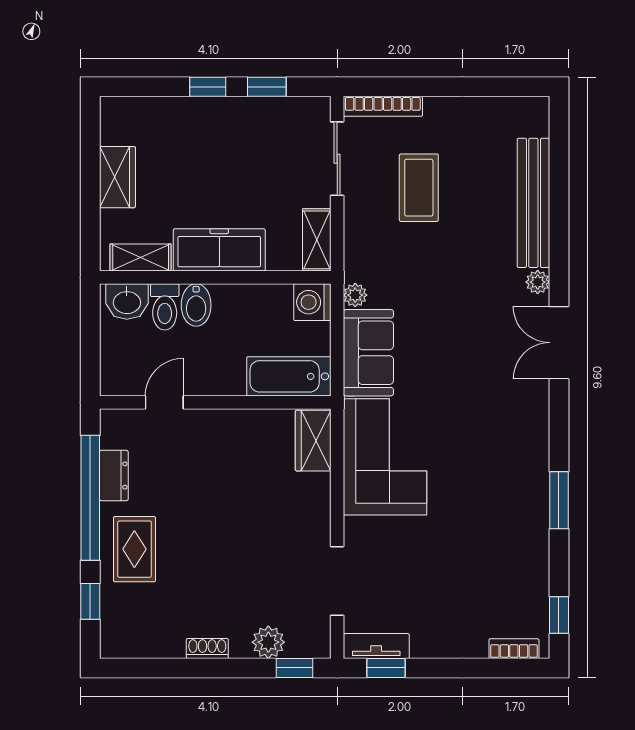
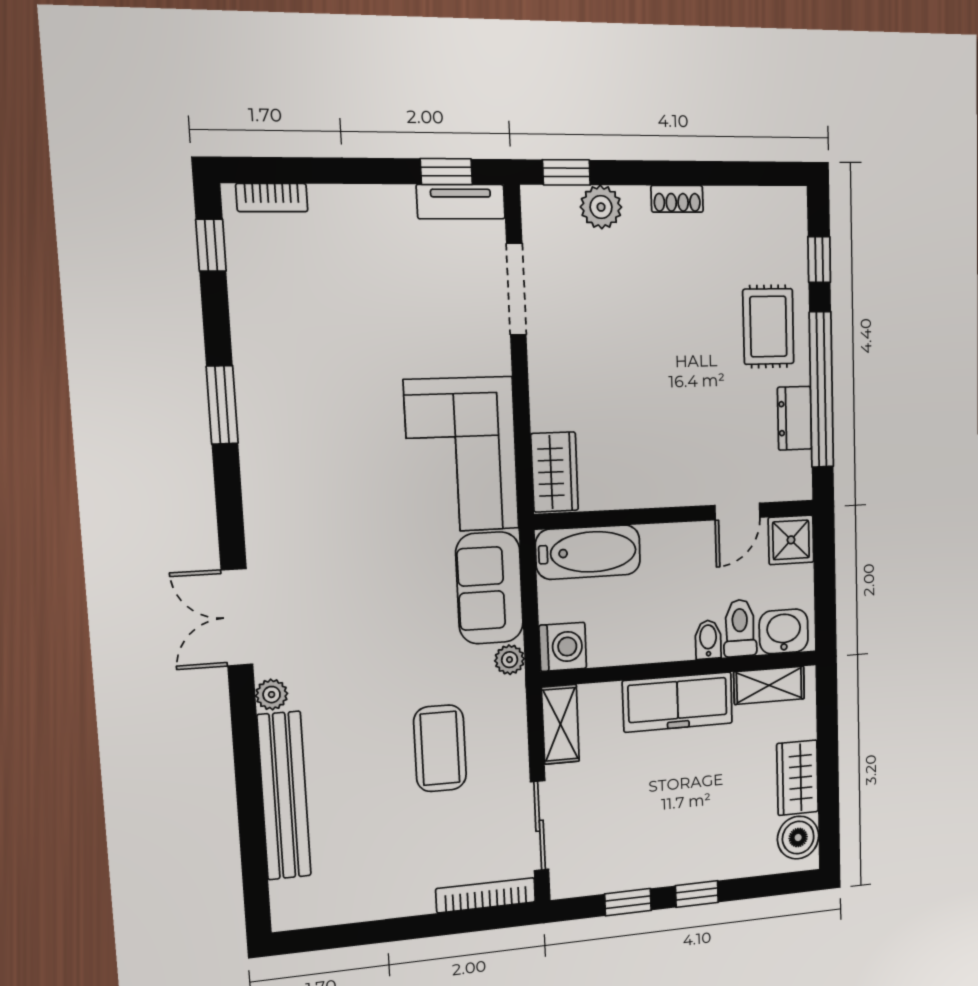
boiler: (118, 125) -> (798, 838), added
coffee table: (419, 188) -> (440, 748), moved
bidet: (196, 305) -> (708, 640), width x0.72, depth x0.74
double door: (559, 343) -> (237, 617), swing flipped
shower: (119, 377) -> (791, 540), added

